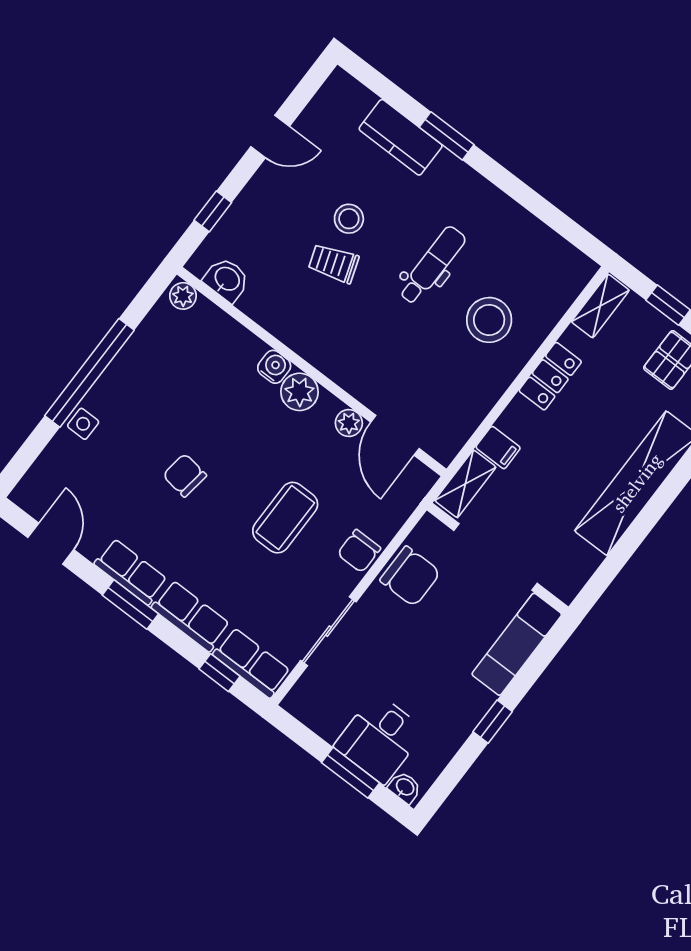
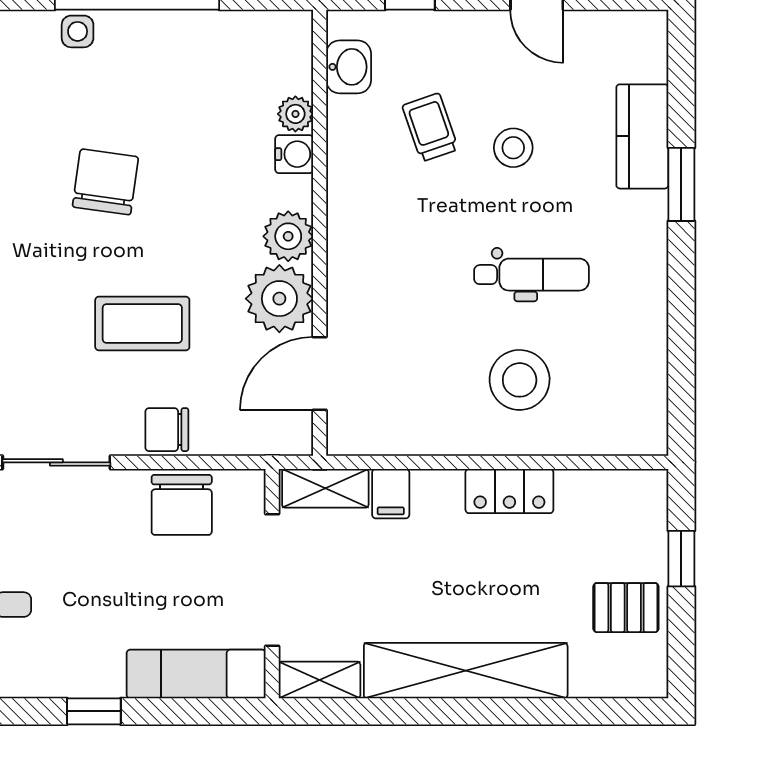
trolley: (334, 263) -> (430, 127), moved
plant: (183, 296) -> (295, 114), moved
shelving: (600, 306) -> (319, 680), moved
water cooler: (274, 367) -> (294, 154), moved
plant: (349, 423) -> (279, 299), width x1.87, depth x1.87
chair: (185, 475) -> (105, 182), width x1.37, depth x1.37

